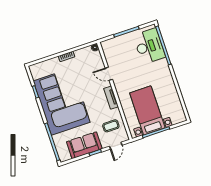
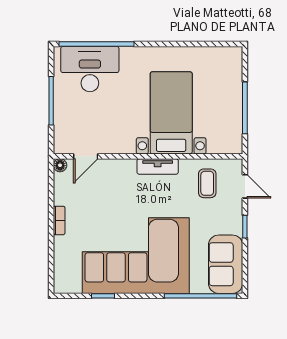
door: (109, 74) -> (86, 156), moved
bed with nightstands: (147, 110) -> (171, 113), moved, turned 90
sofa: (84, 145) -> (226, 264), moved

